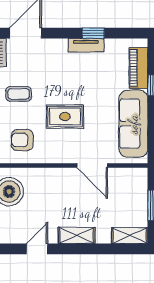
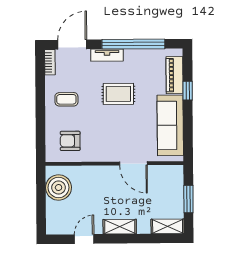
window: (93, 33) -> (133, 44), width x3.17
tv unit: (86, 45) -> (107, 55), moved
rug: (65, 117) -> (118, 94), moved

